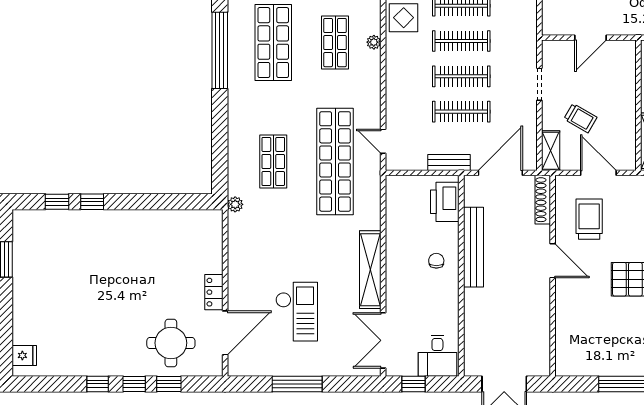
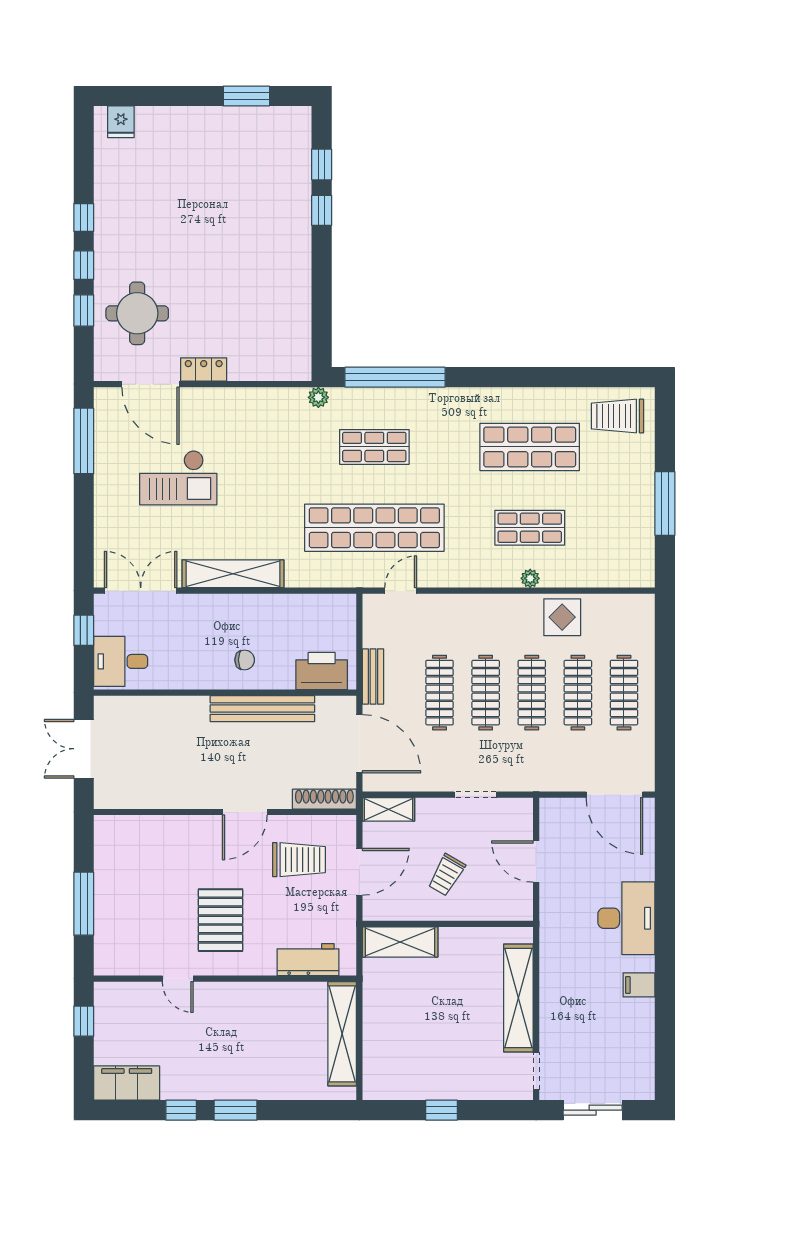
window: (220, 50) -> (395, 377), moved
trolley: (580, 118) -> (447, 875), moved
window: (297, 384) -> (84, 441), moved

